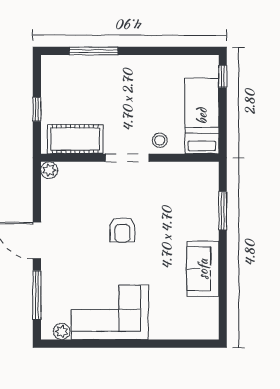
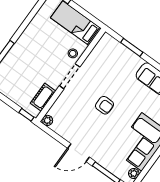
window: (37, 109) -> (26, 115), moved
cot: (75, 139) -> (43, 97), width x0.73, depth x0.75

